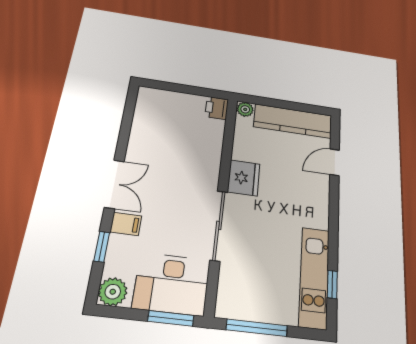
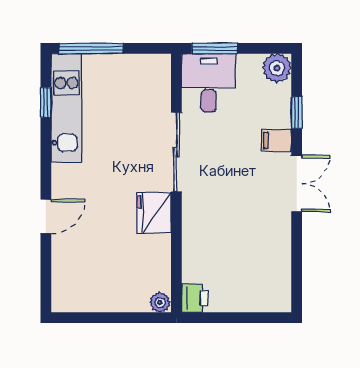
kitchen counter: (293, 121) -> (99, 296), removed
door: (335, 162) -> (46, 216), moved
double door: (114, 184) -> (297, 184), swing flipped
desk: (172, 284) -> (209, 83), width x0.73
window: (257, 328) -> (91, 48), moved

